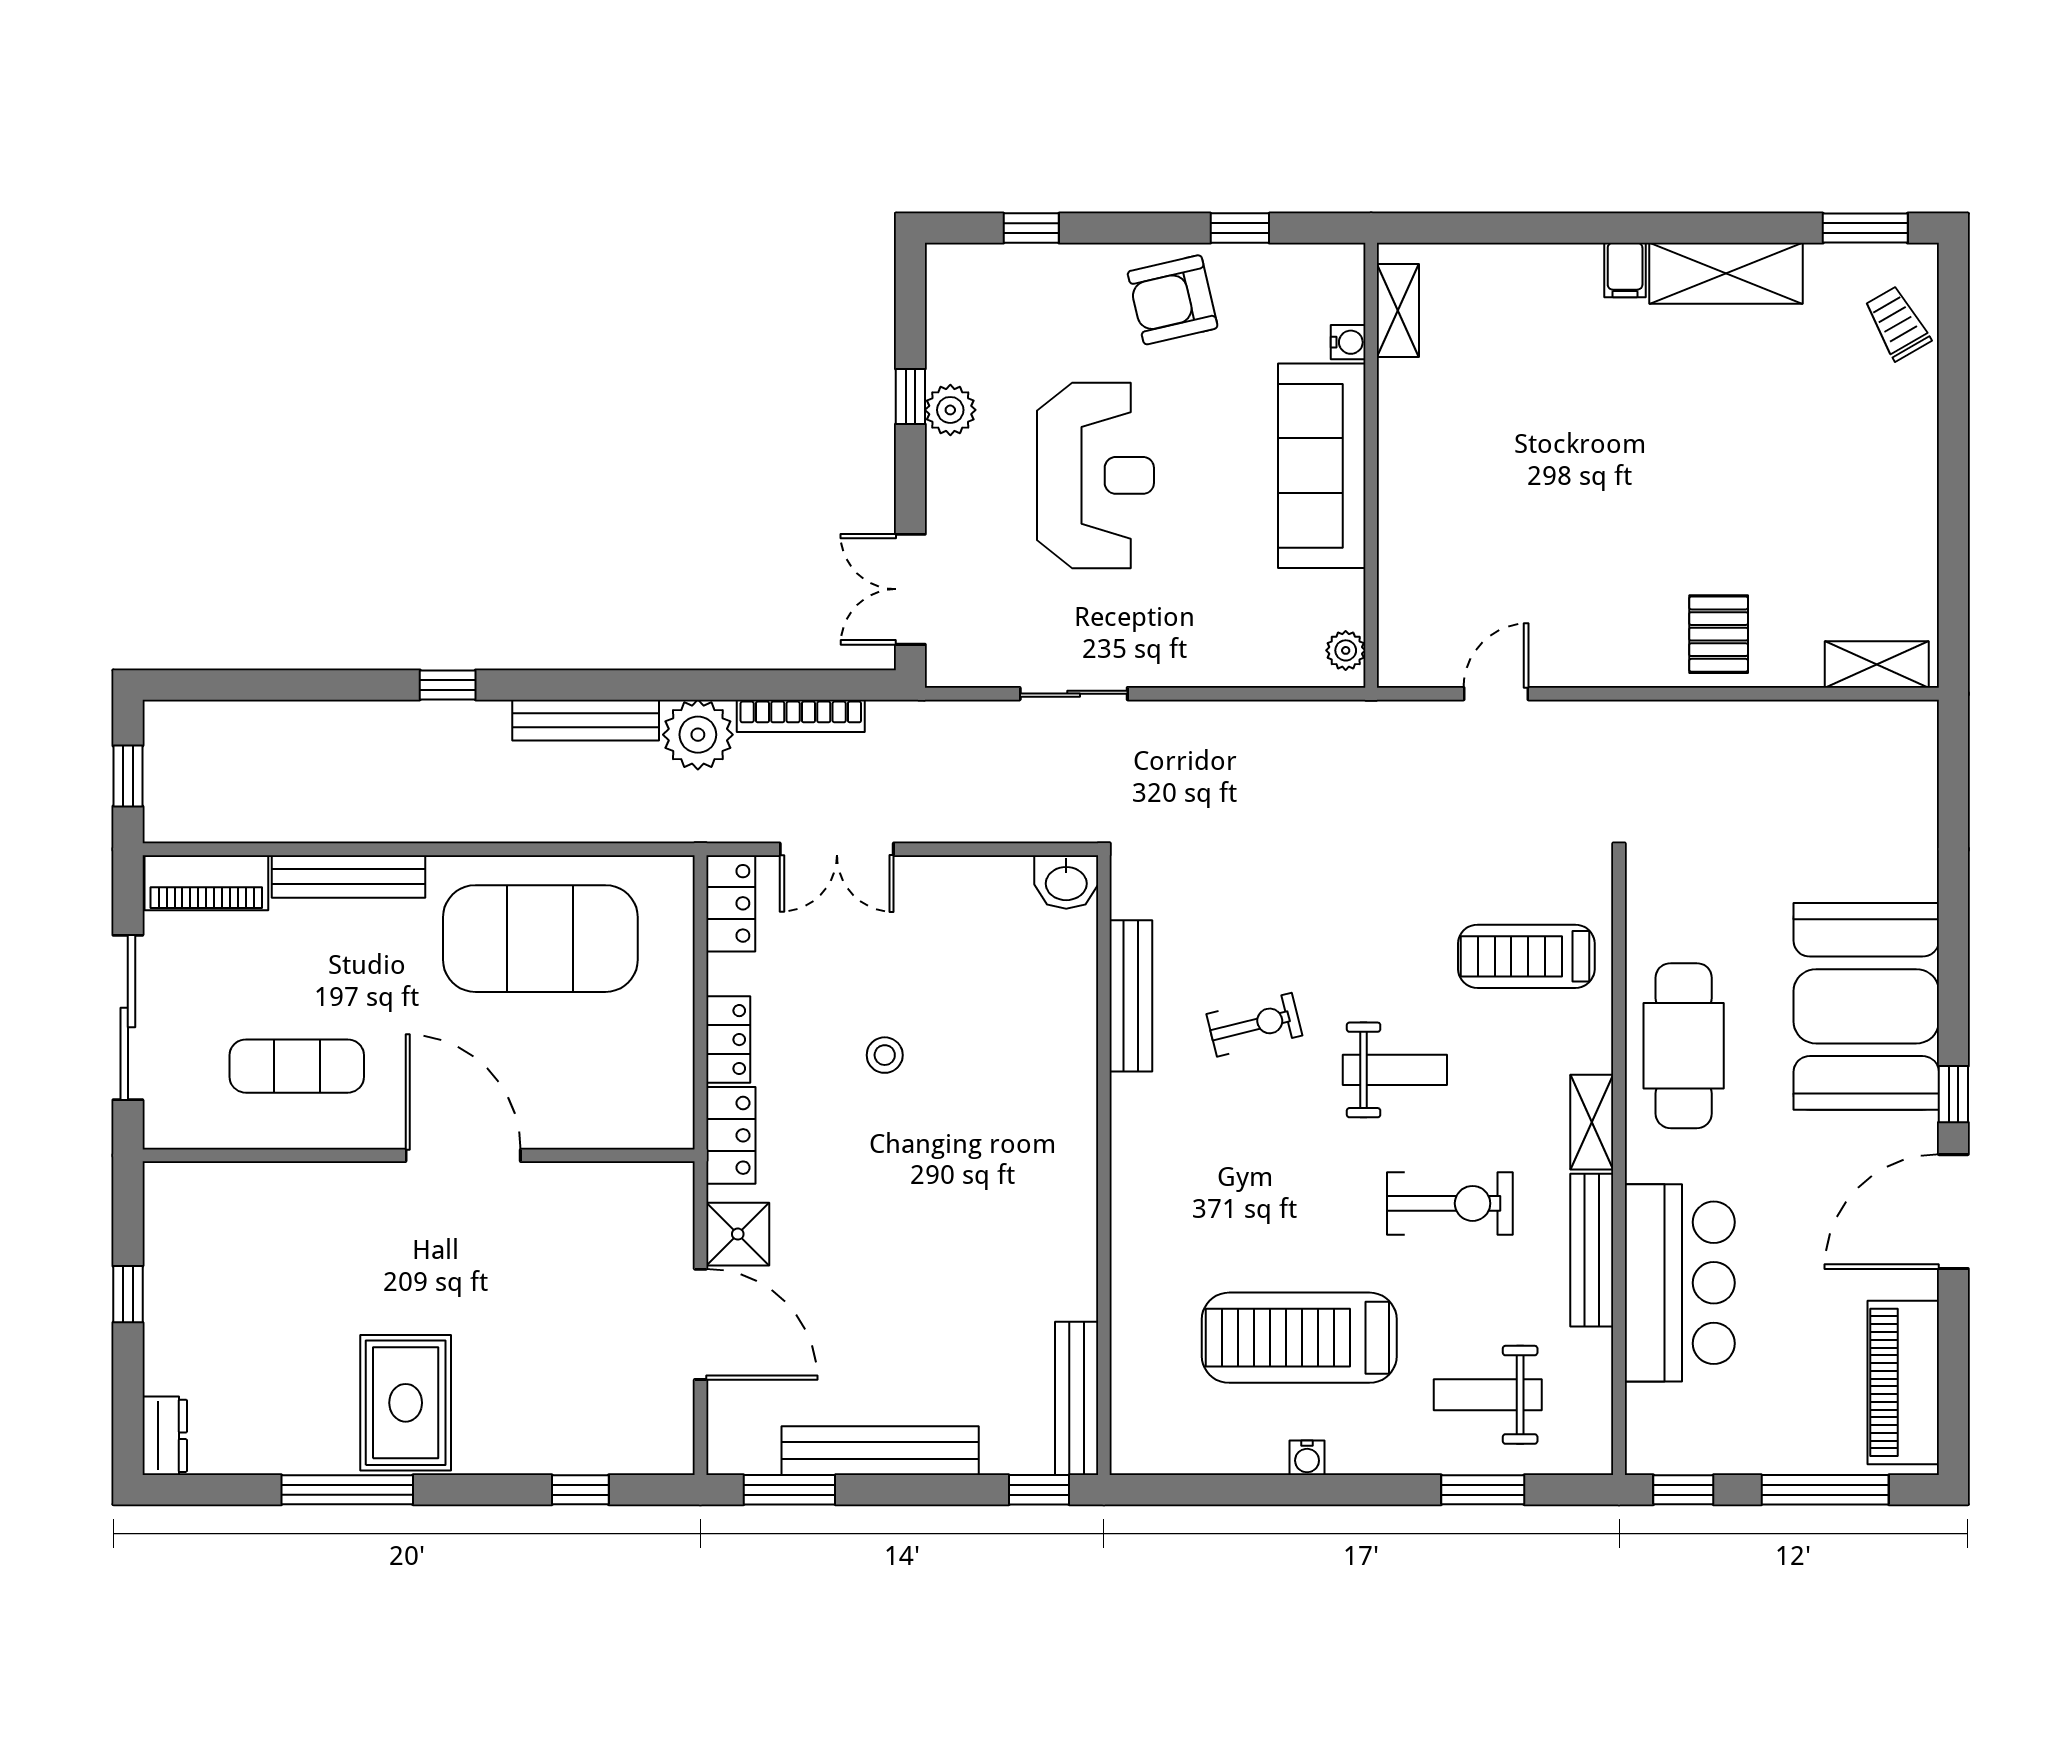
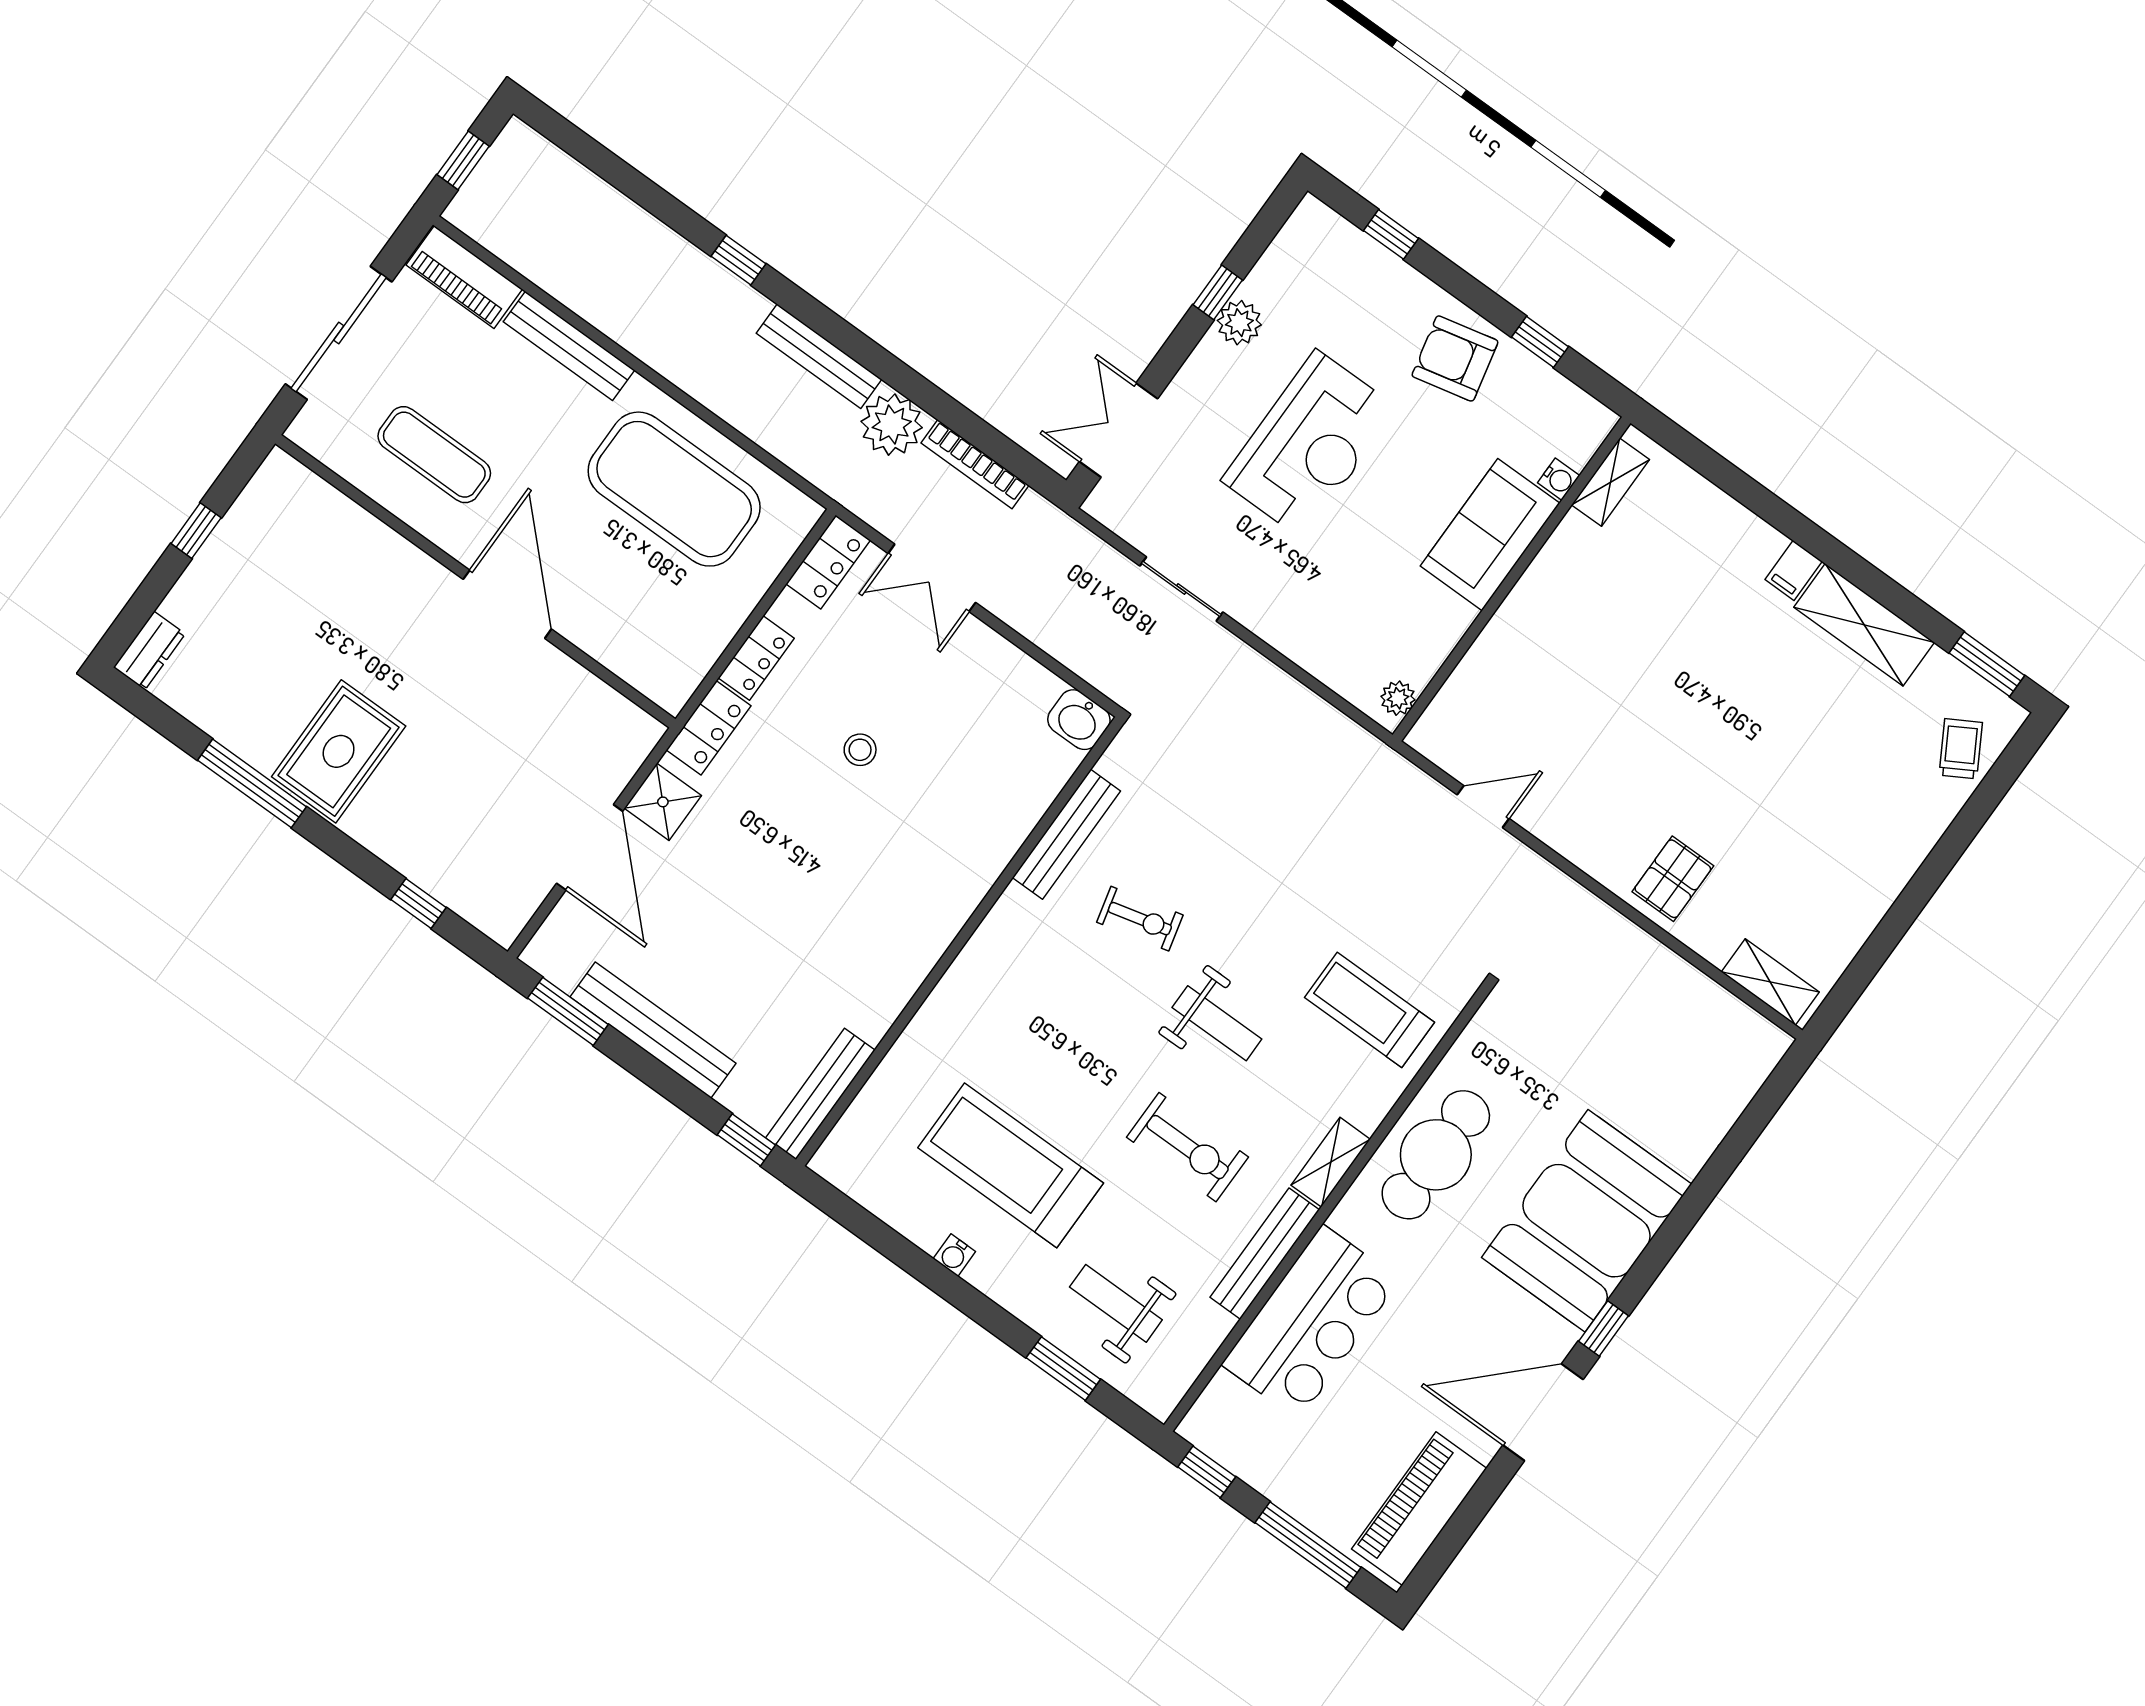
sofa: (1322, 466) -> (1490, 535), width x0.73

